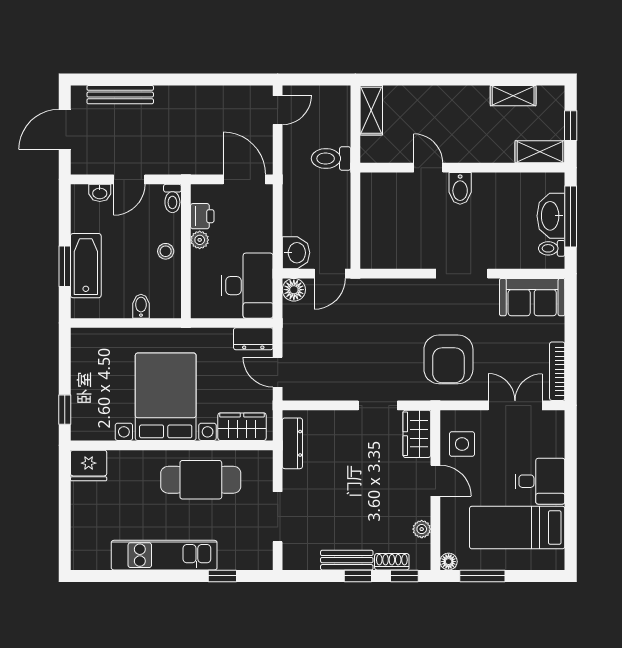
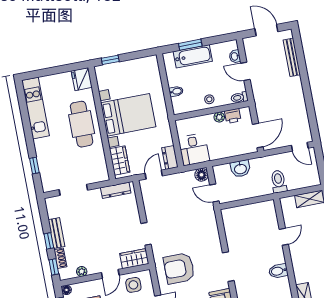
bidet: (460, 188) -> (278, 271), moved
washbasin: (296, 253) -> (240, 169), moved
desk: (247, 286) -> (194, 149), width x0.73
cafe table: (201, 480) -> (82, 124), moved
kitchen unit: (164, 555) -> (35, 108), moved

